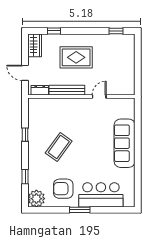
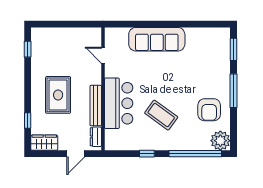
door: (99, 96) -> (103, 55), moved
window: (25, 177) -> (195, 154), width x3.17
bar counter: (101, 195) -> (119, 103), moved, turned 180
window: (80, 210) -> (234, 91), width x1.44
window: (116, 210) -> (234, 49), added

